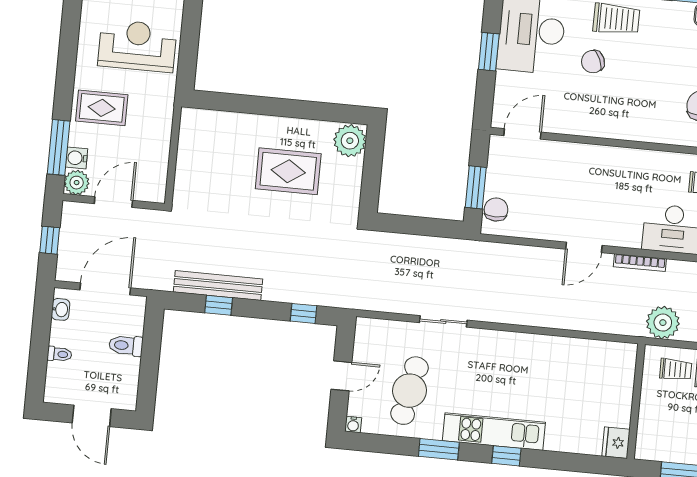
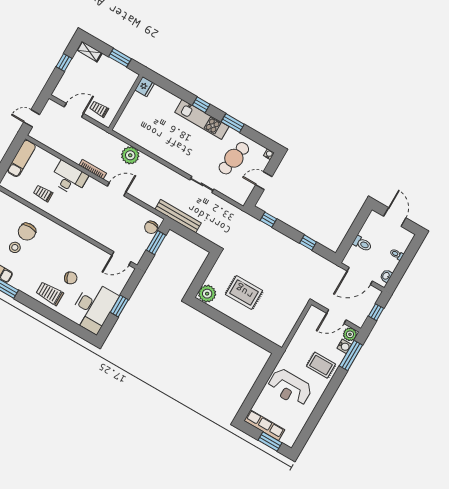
bench: (218, 286) -> (178, 216), moved
plant: (663, 323) -> (130, 155), moved

